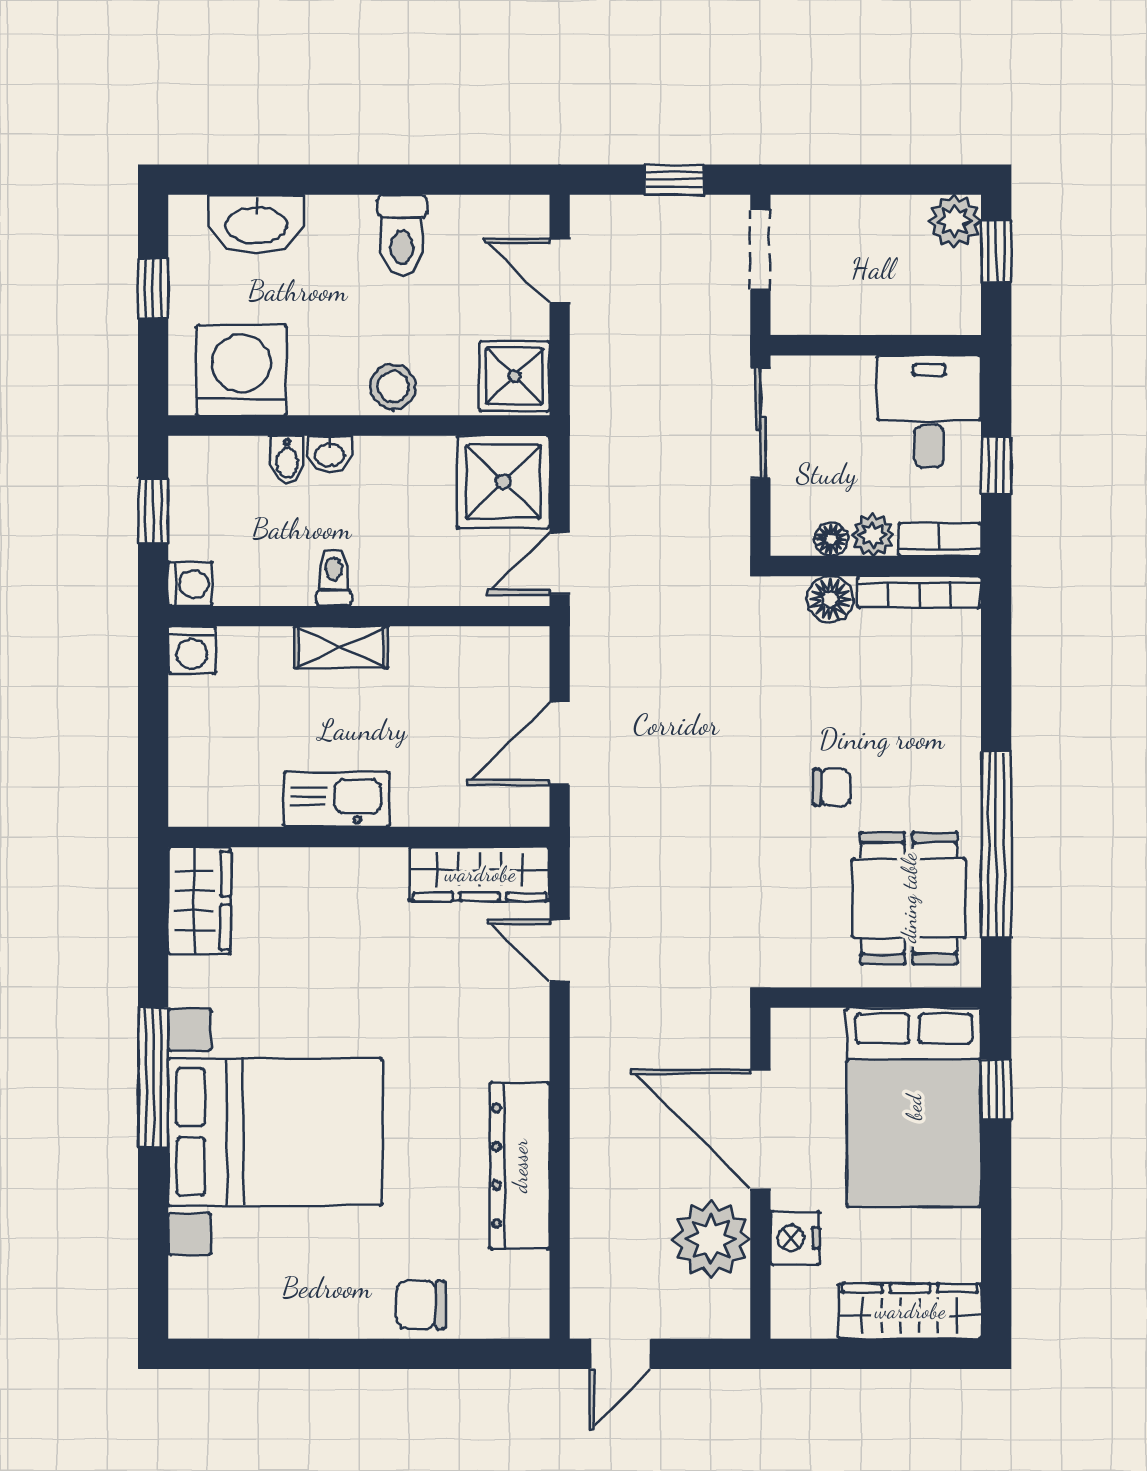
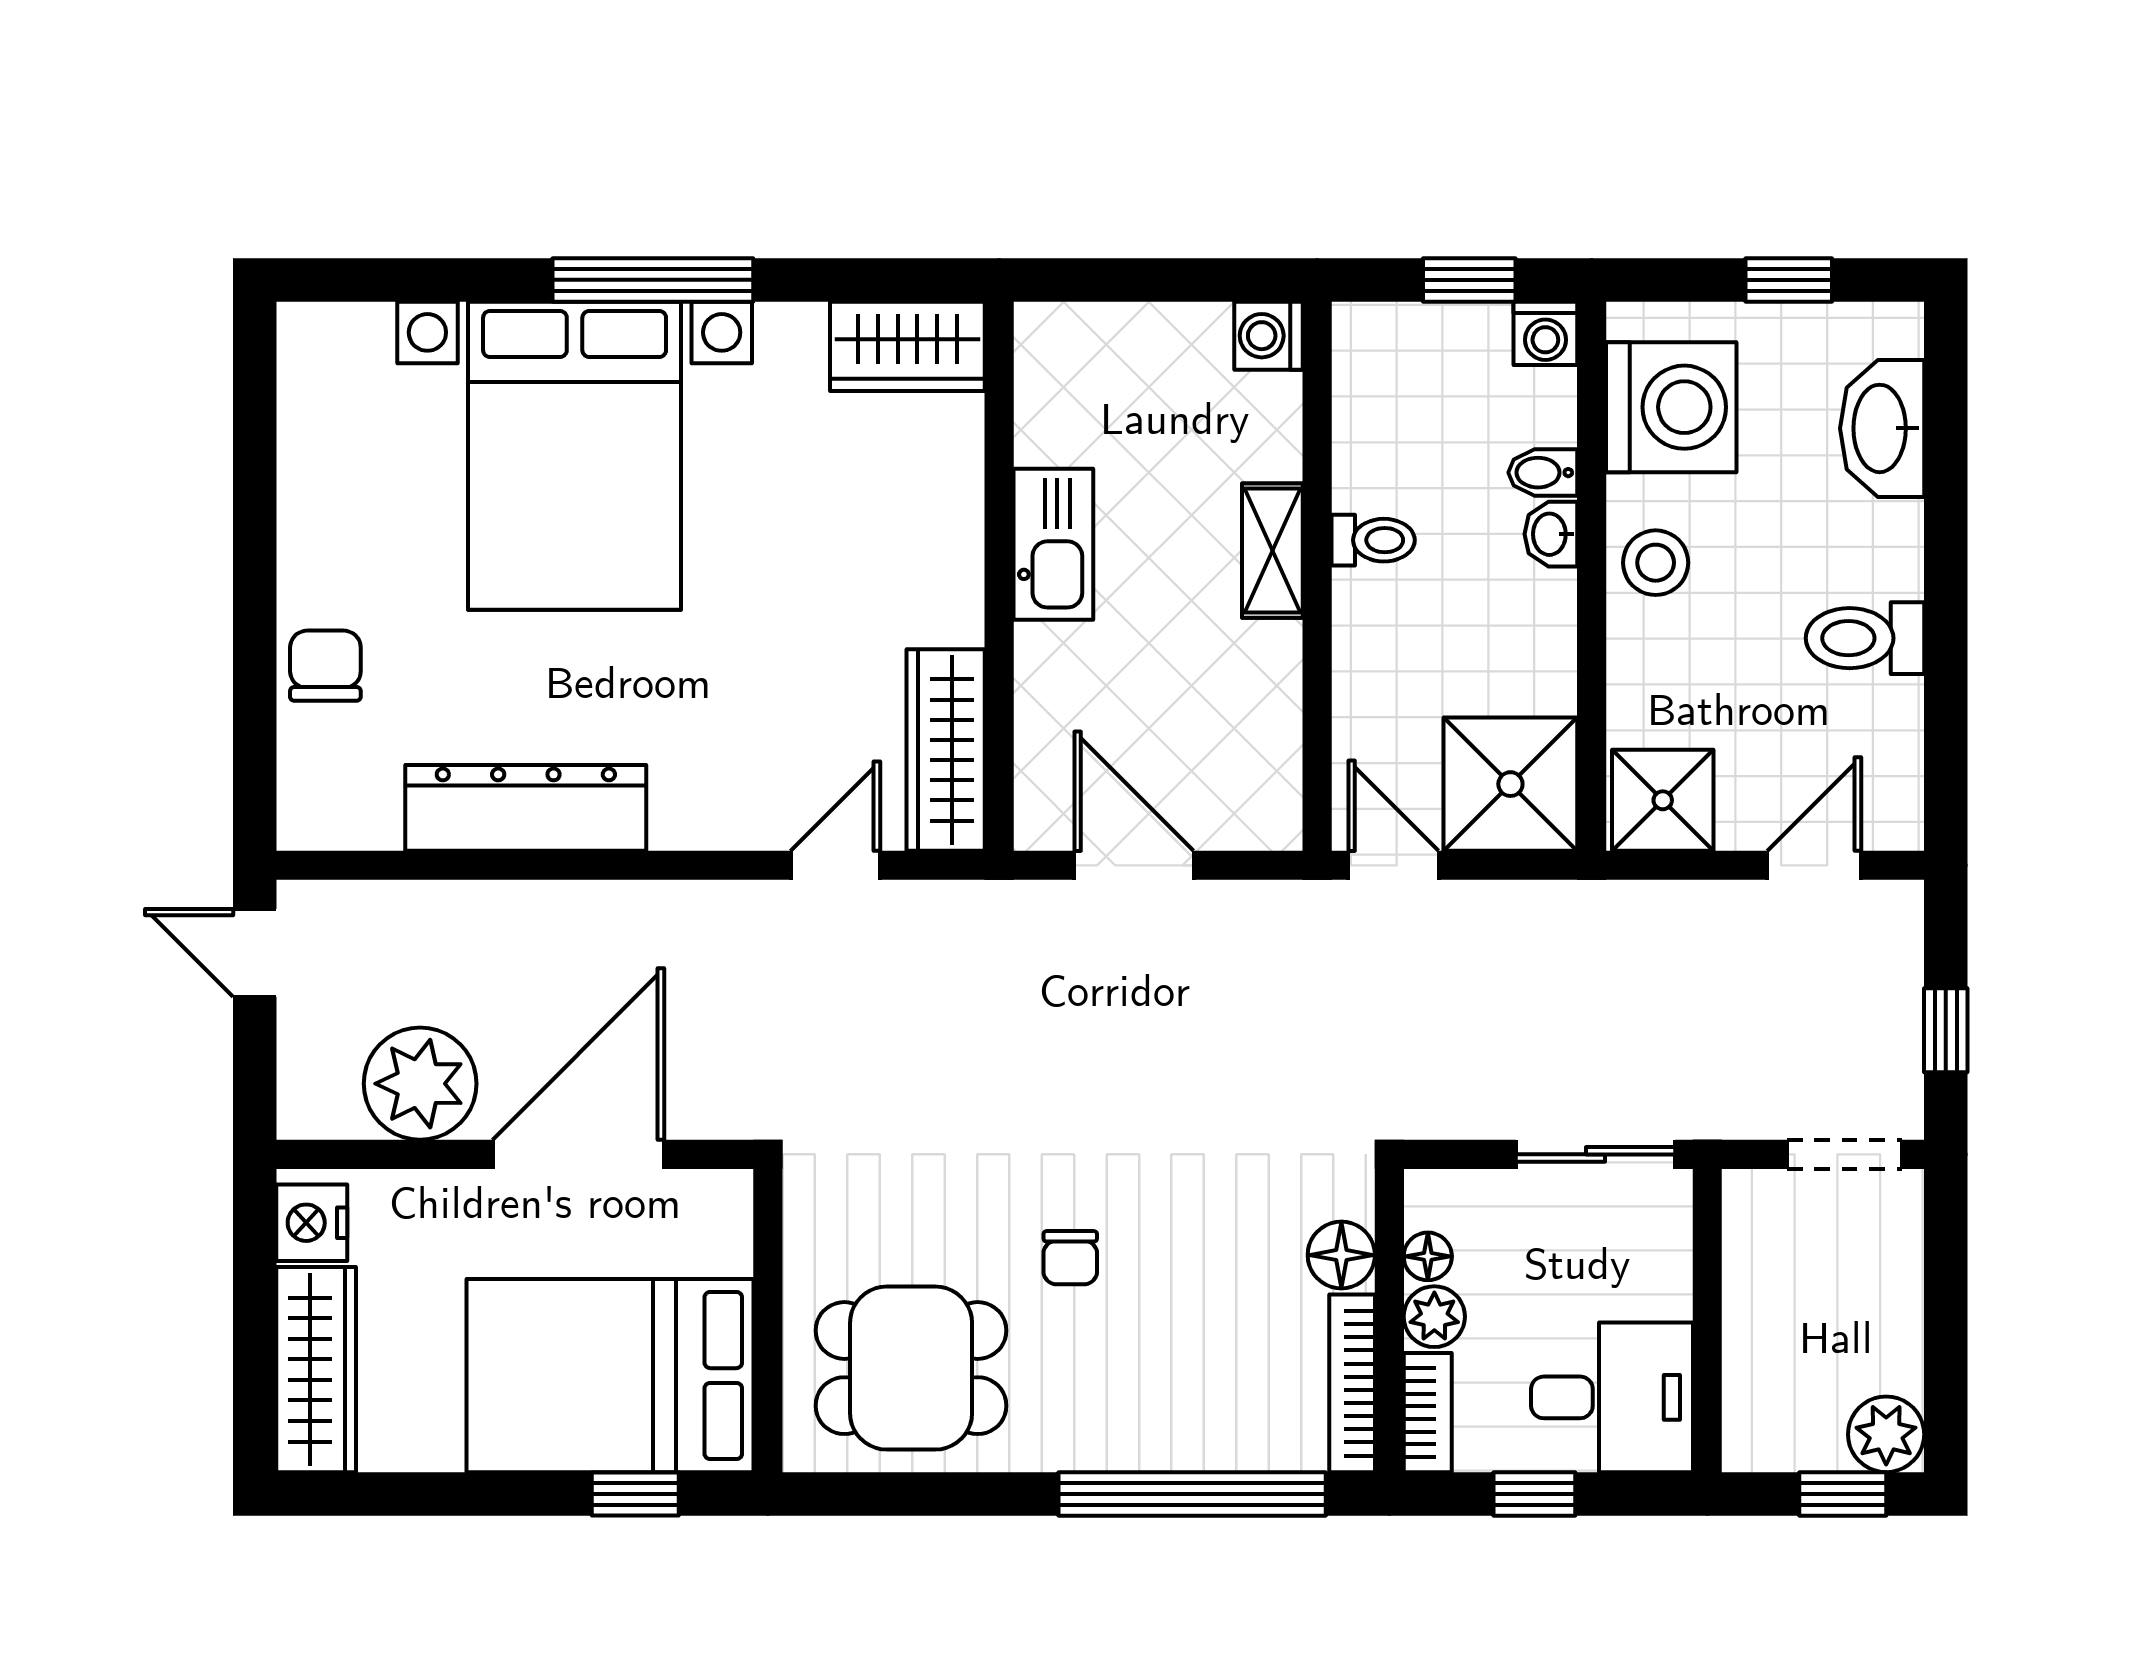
stool: (393, 387) -> (1656, 563), moved
washing machine: (190, 584) -> (1545, 333), moved
window: (996, 845) -> (1192, 1494), moved
nightstand: (795, 1238) -> (312, 1223), moved, turned -90

